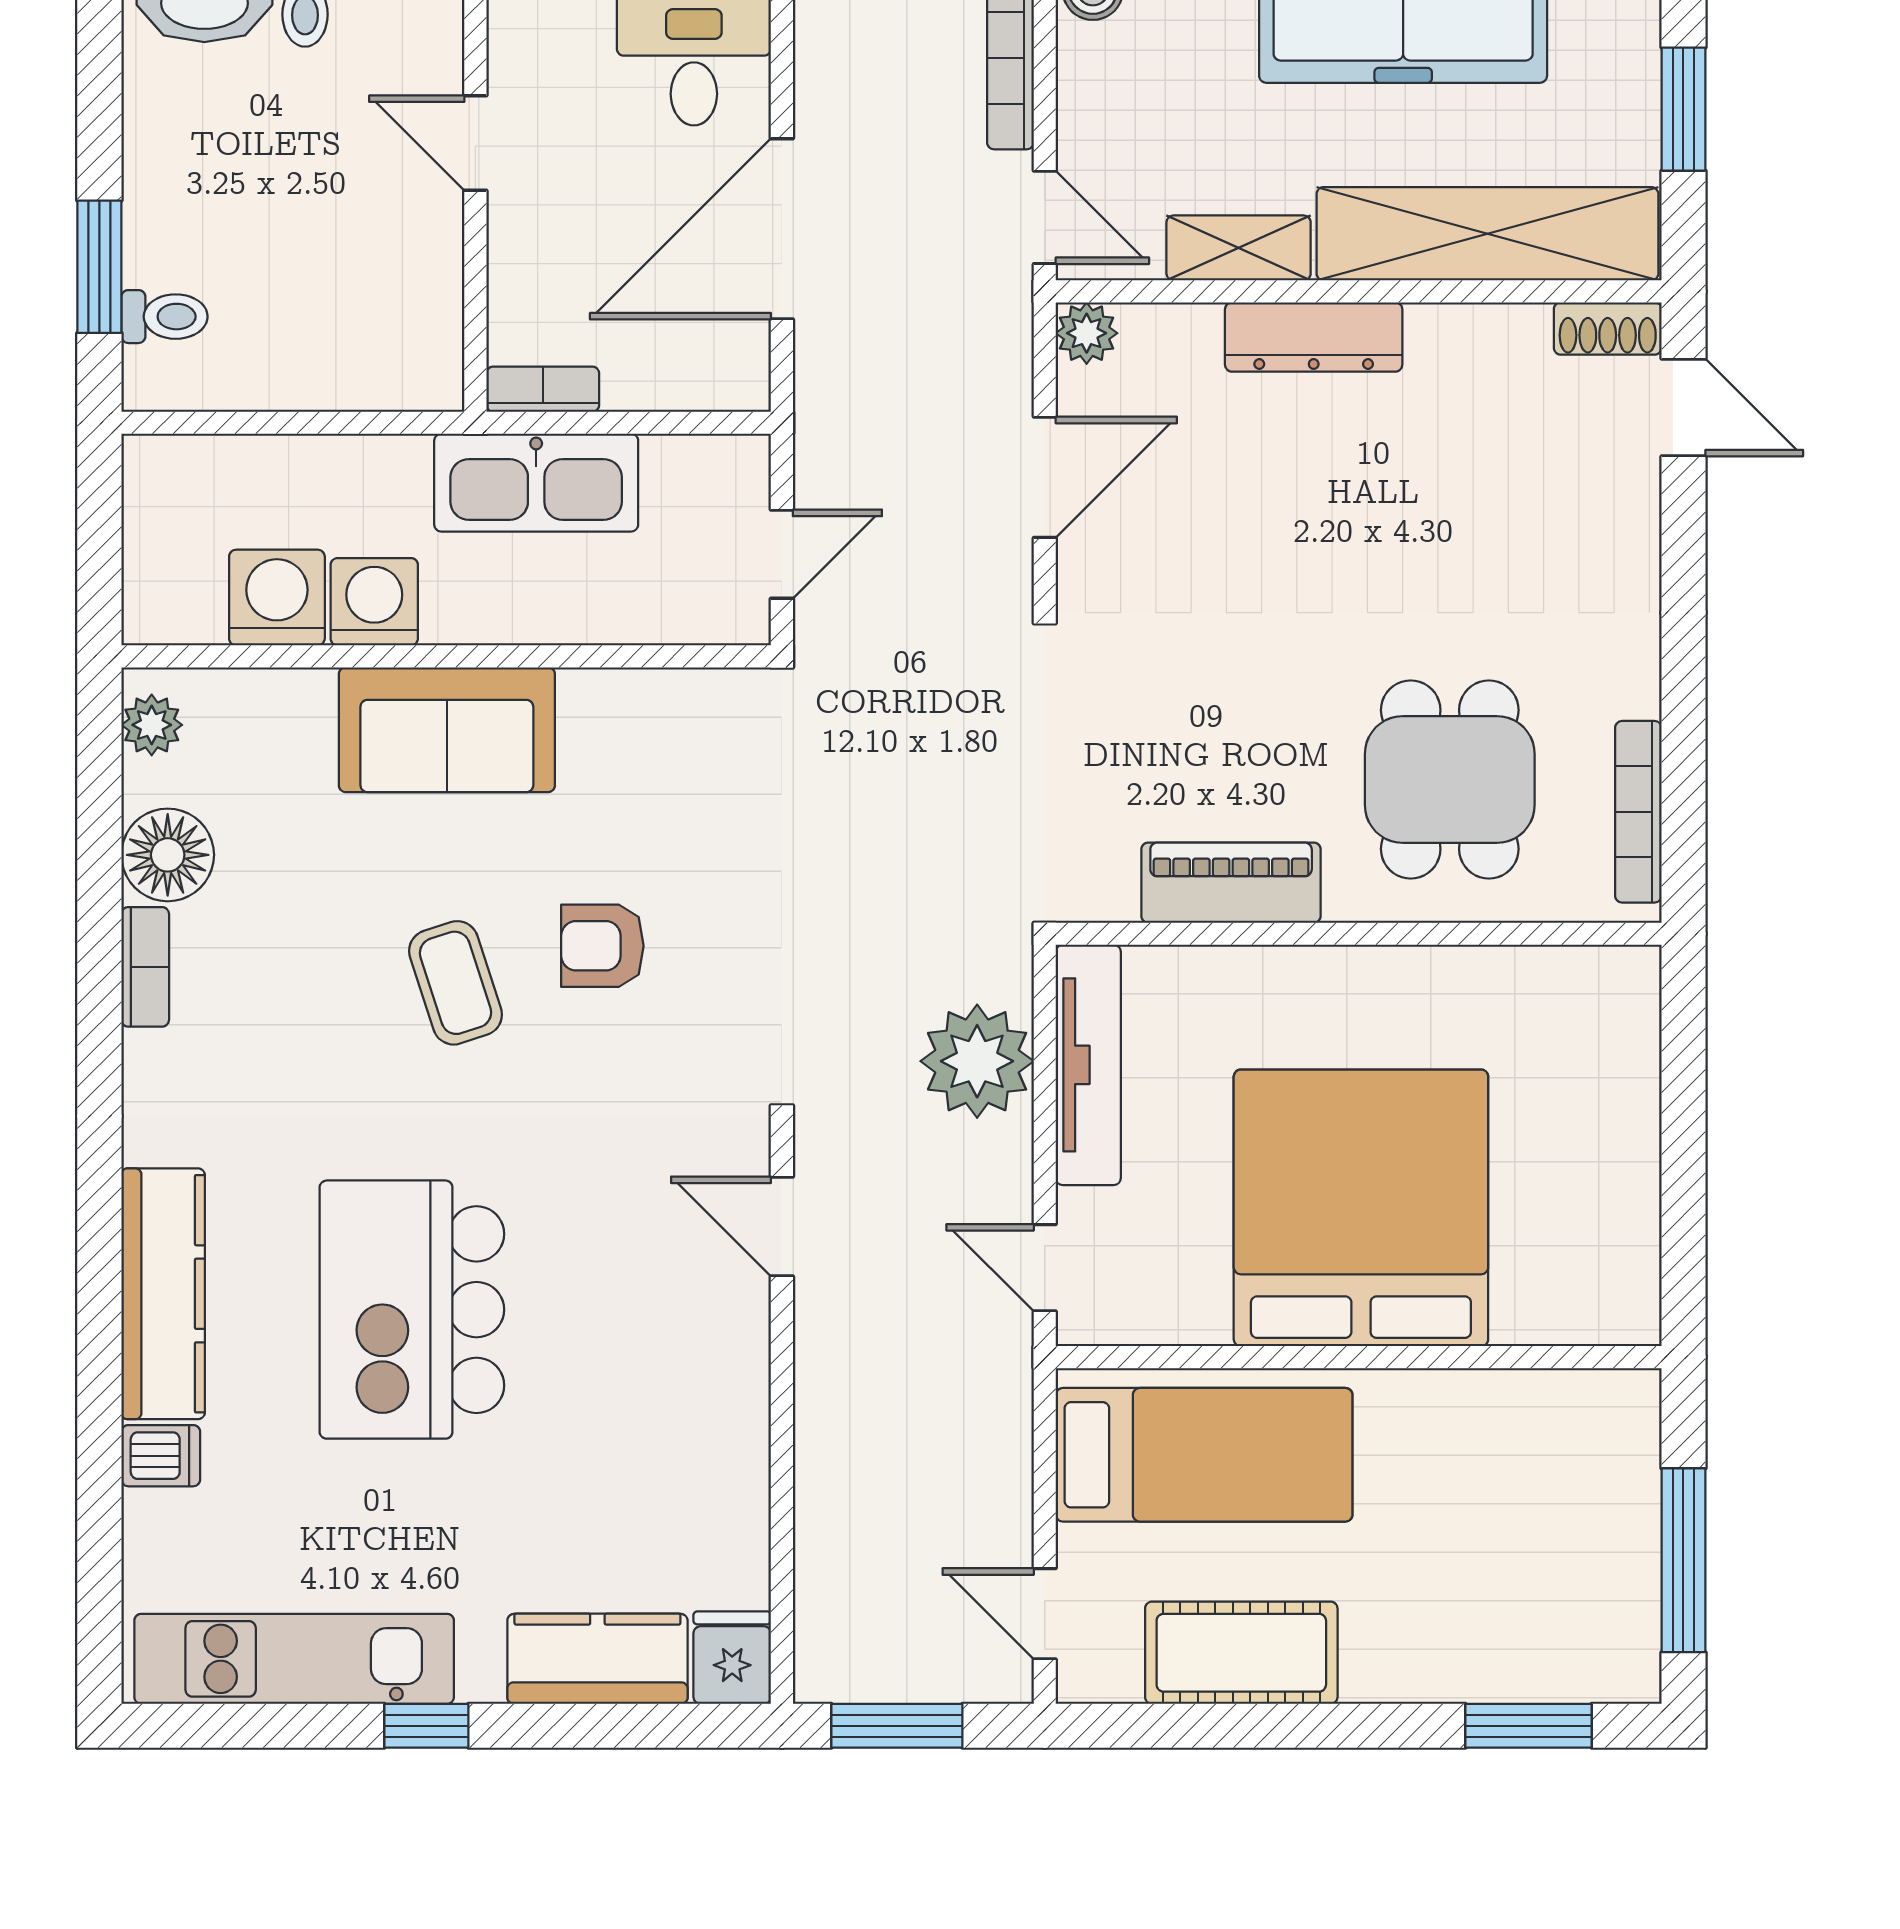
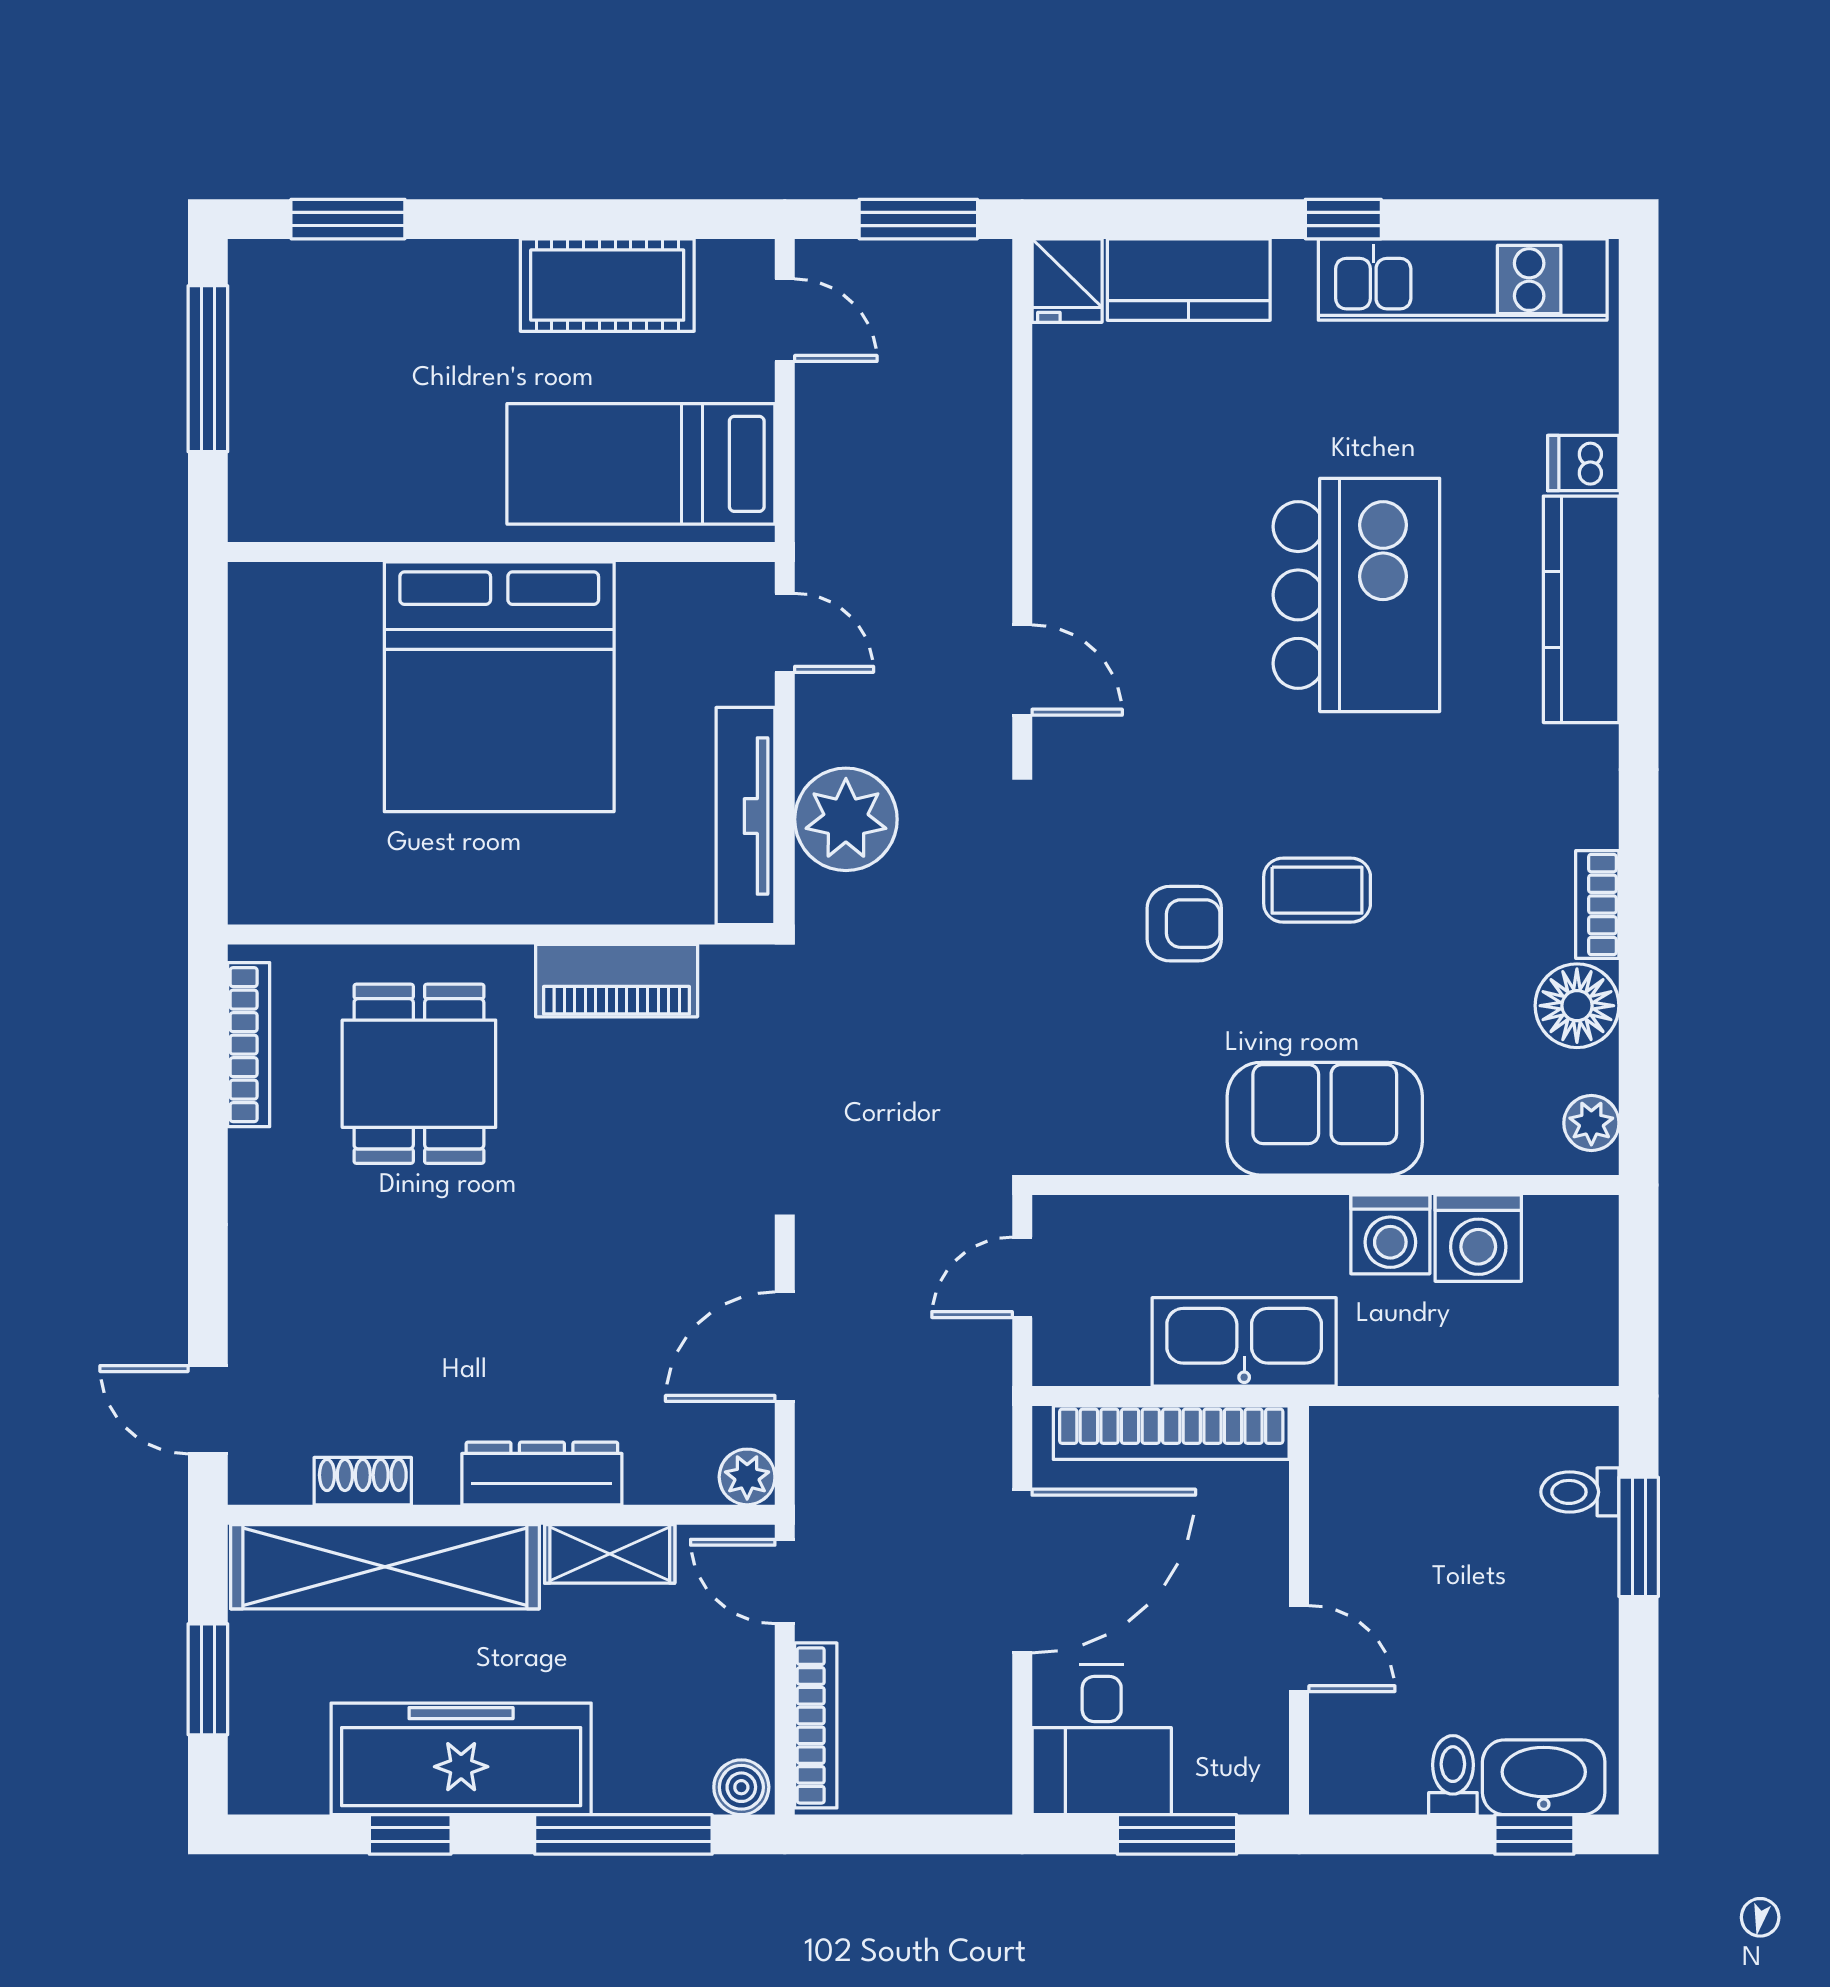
shoe rack: (1608, 328) -> (363, 1481), moved
bookcase: (543, 389) -> (1171, 1433), width x2.31, depth x1.31
coffee table: (455, 983) -> (1317, 890), turned -72

